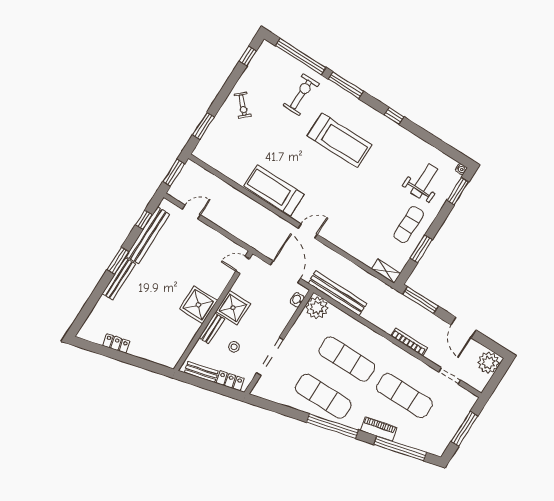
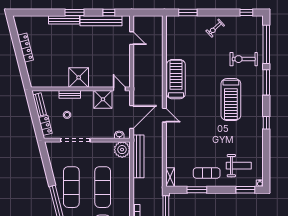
exercise bike: (301, 95) -> (244, 59), turned 180
window: (174, 173) -> (148, 12), removed
shower: (233, 308) -> (103, 99), moved
locker: (116, 343) -> (25, 48), width x1.53

